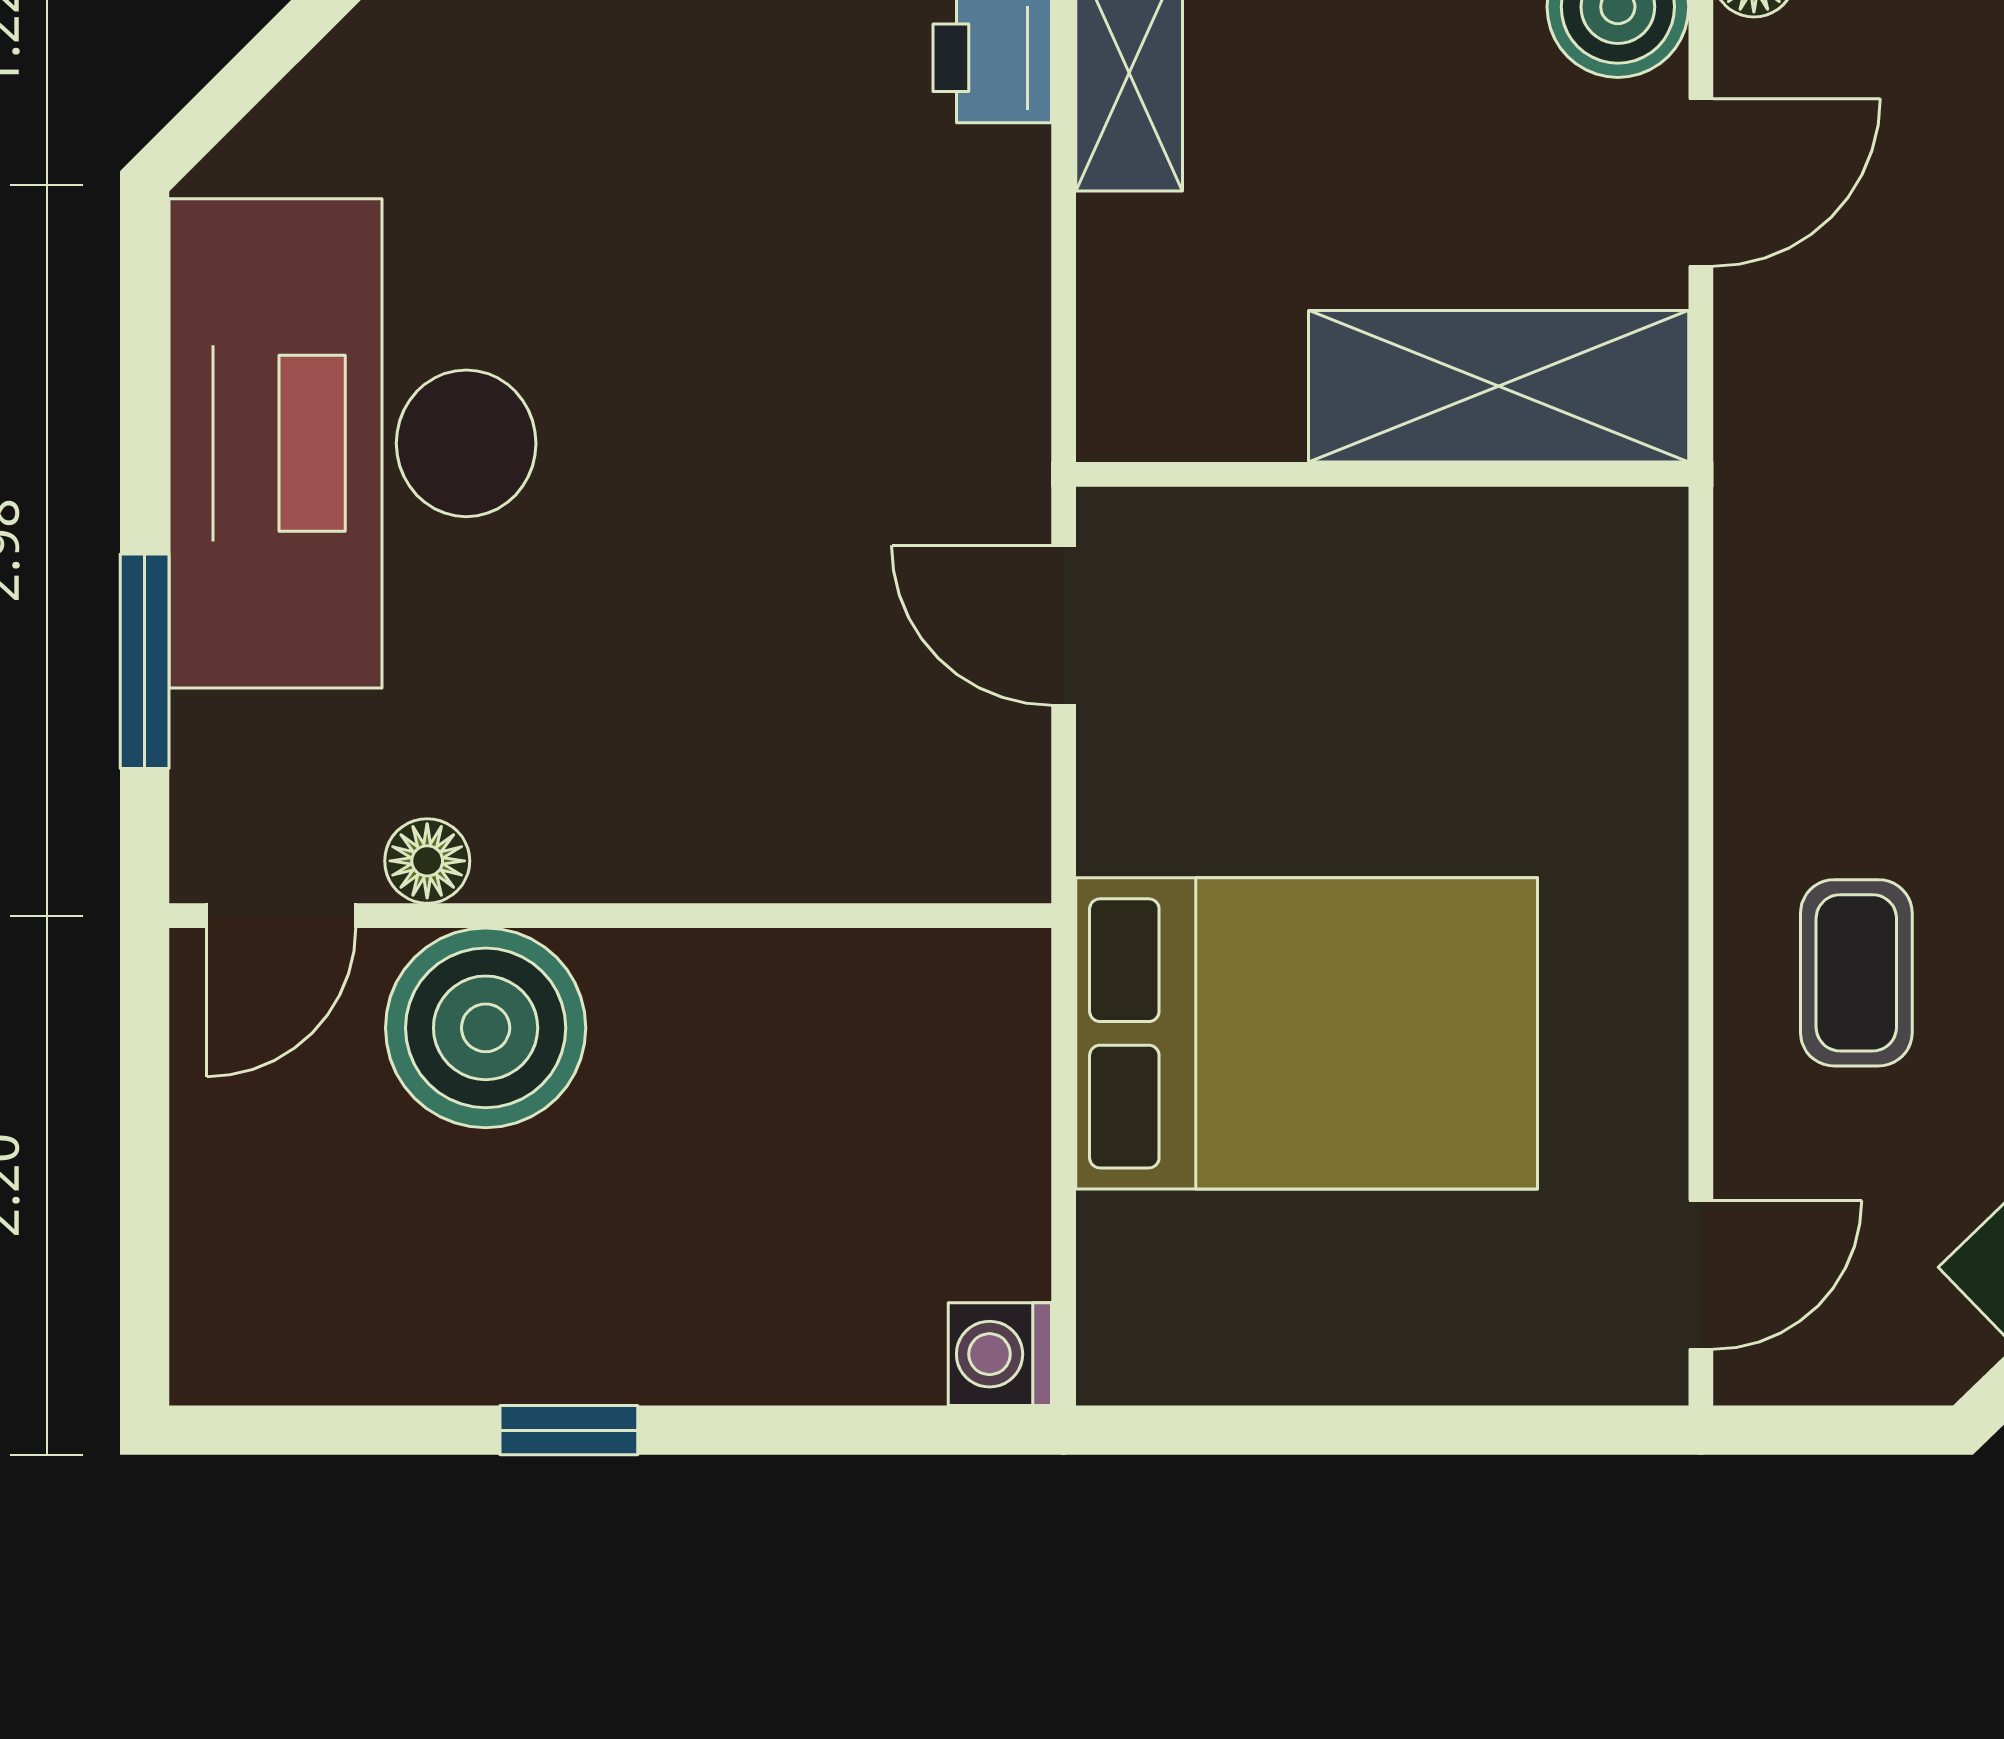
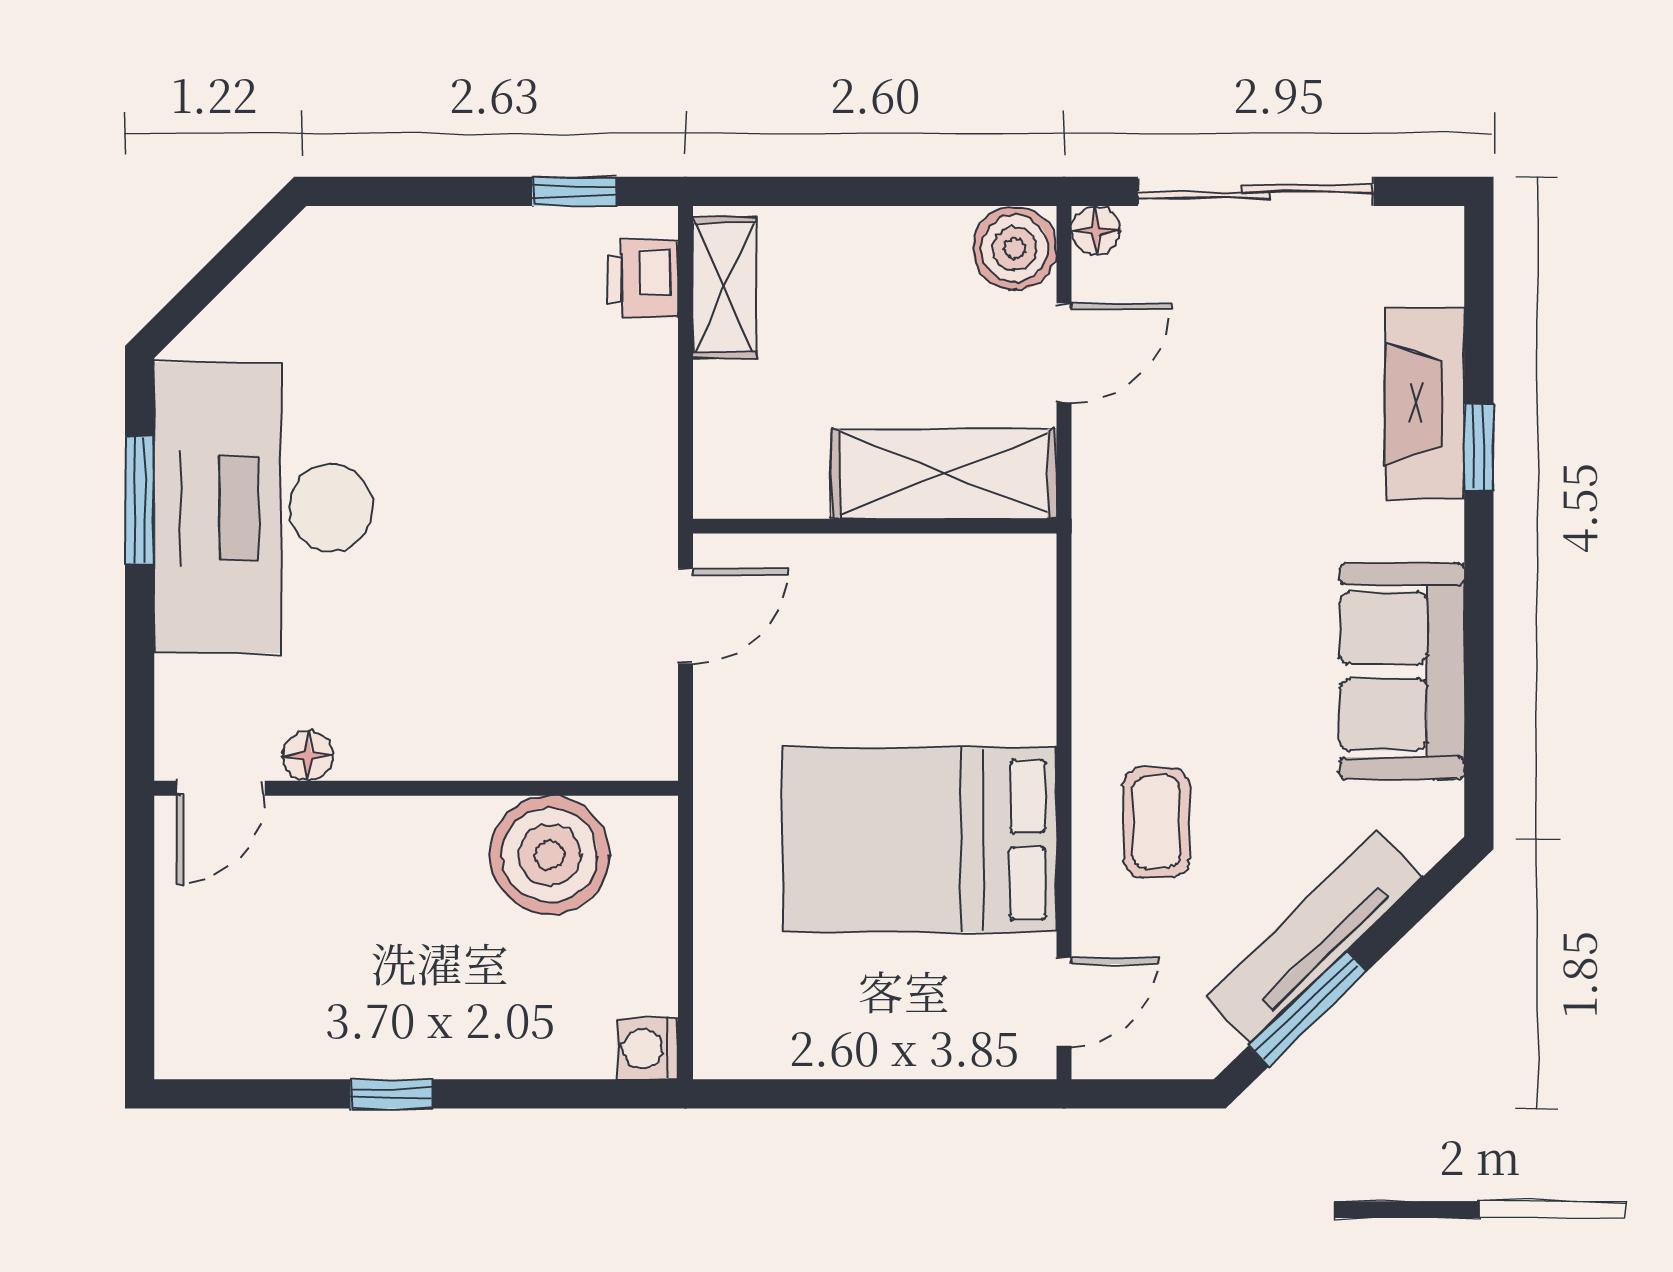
door: (1064, 625) -> (686, 616), swing flipped
window: (145, 661) -> (140, 500), moved
boiler: (486, 1028) -> (550, 855), moved
bed: (1307, 1033) -> (920, 840), moved, turned 180

